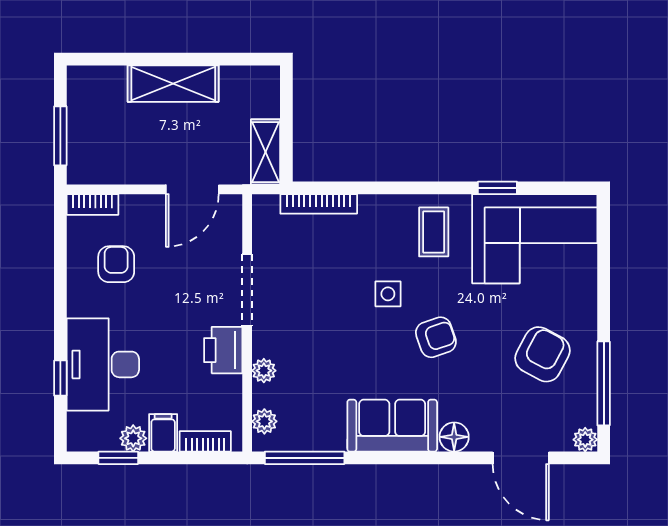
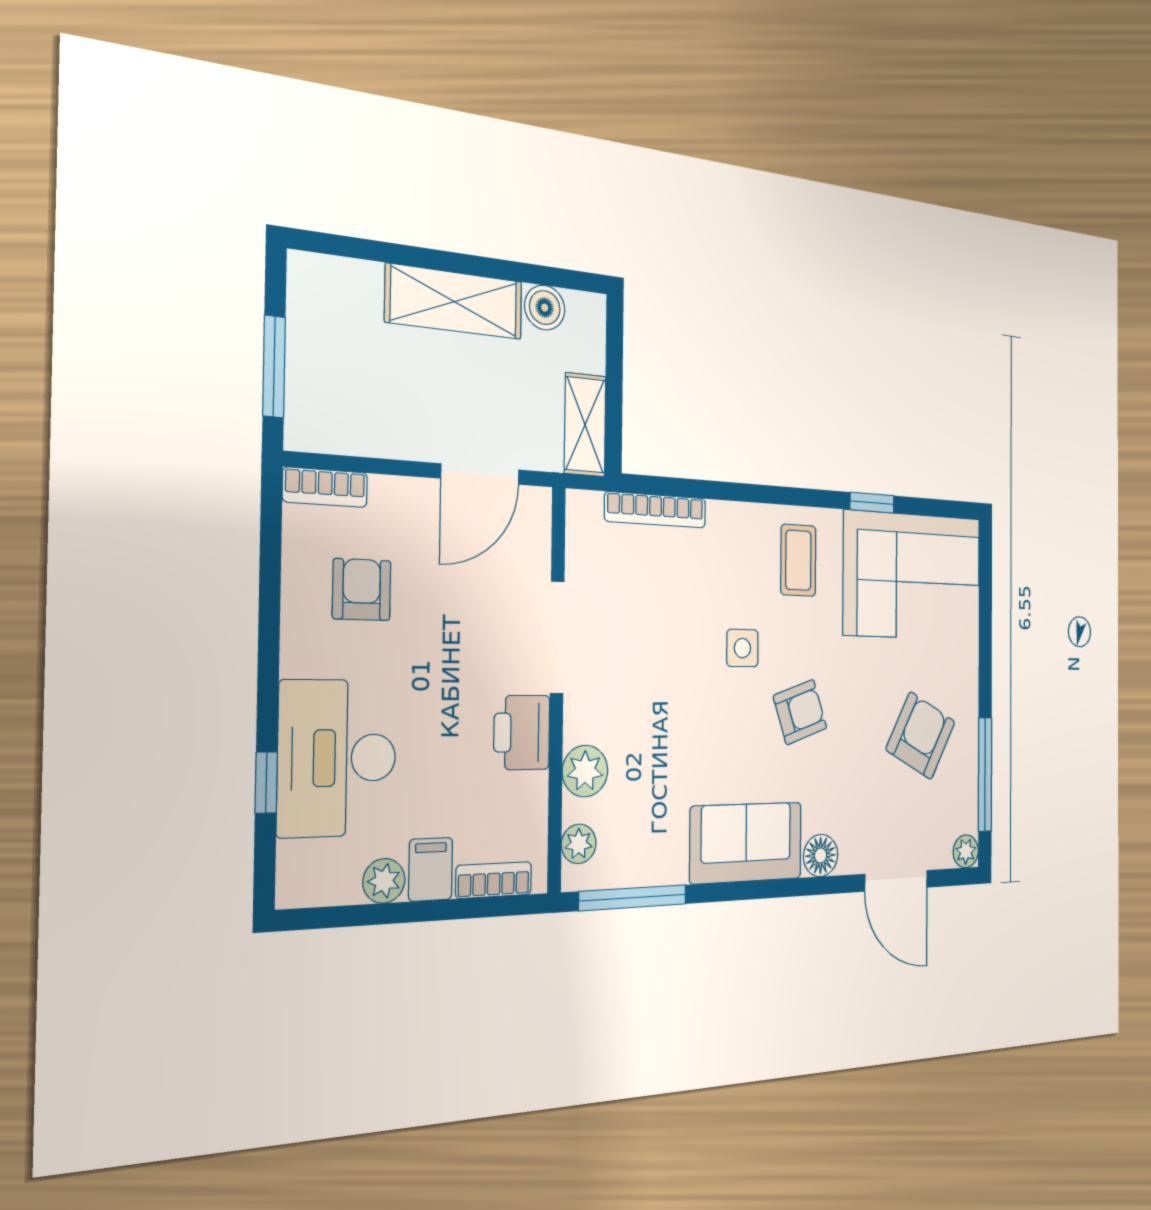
boiler: (235, 80) -> (545, 308), added
plant: (264, 371) -> (585, 771), width x1.38, depth x1.38
window: (118, 458) -> (360, 915), removed

